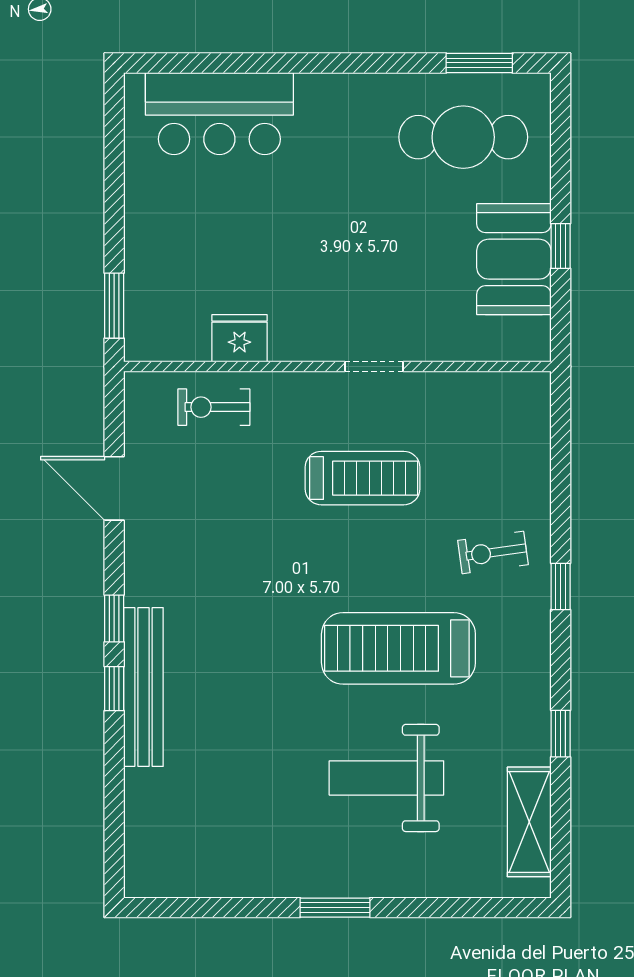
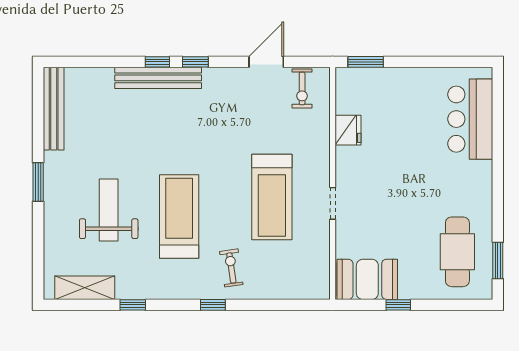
booth: (514, 259) -> (367, 279), moved
exercise bike: (214, 407) -> (302, 88), moved, turned 180
treadmill: (362, 478) -> (272, 197), width x1.37, depth x1.38
bench: (200, 879) -> (54, 109), added

